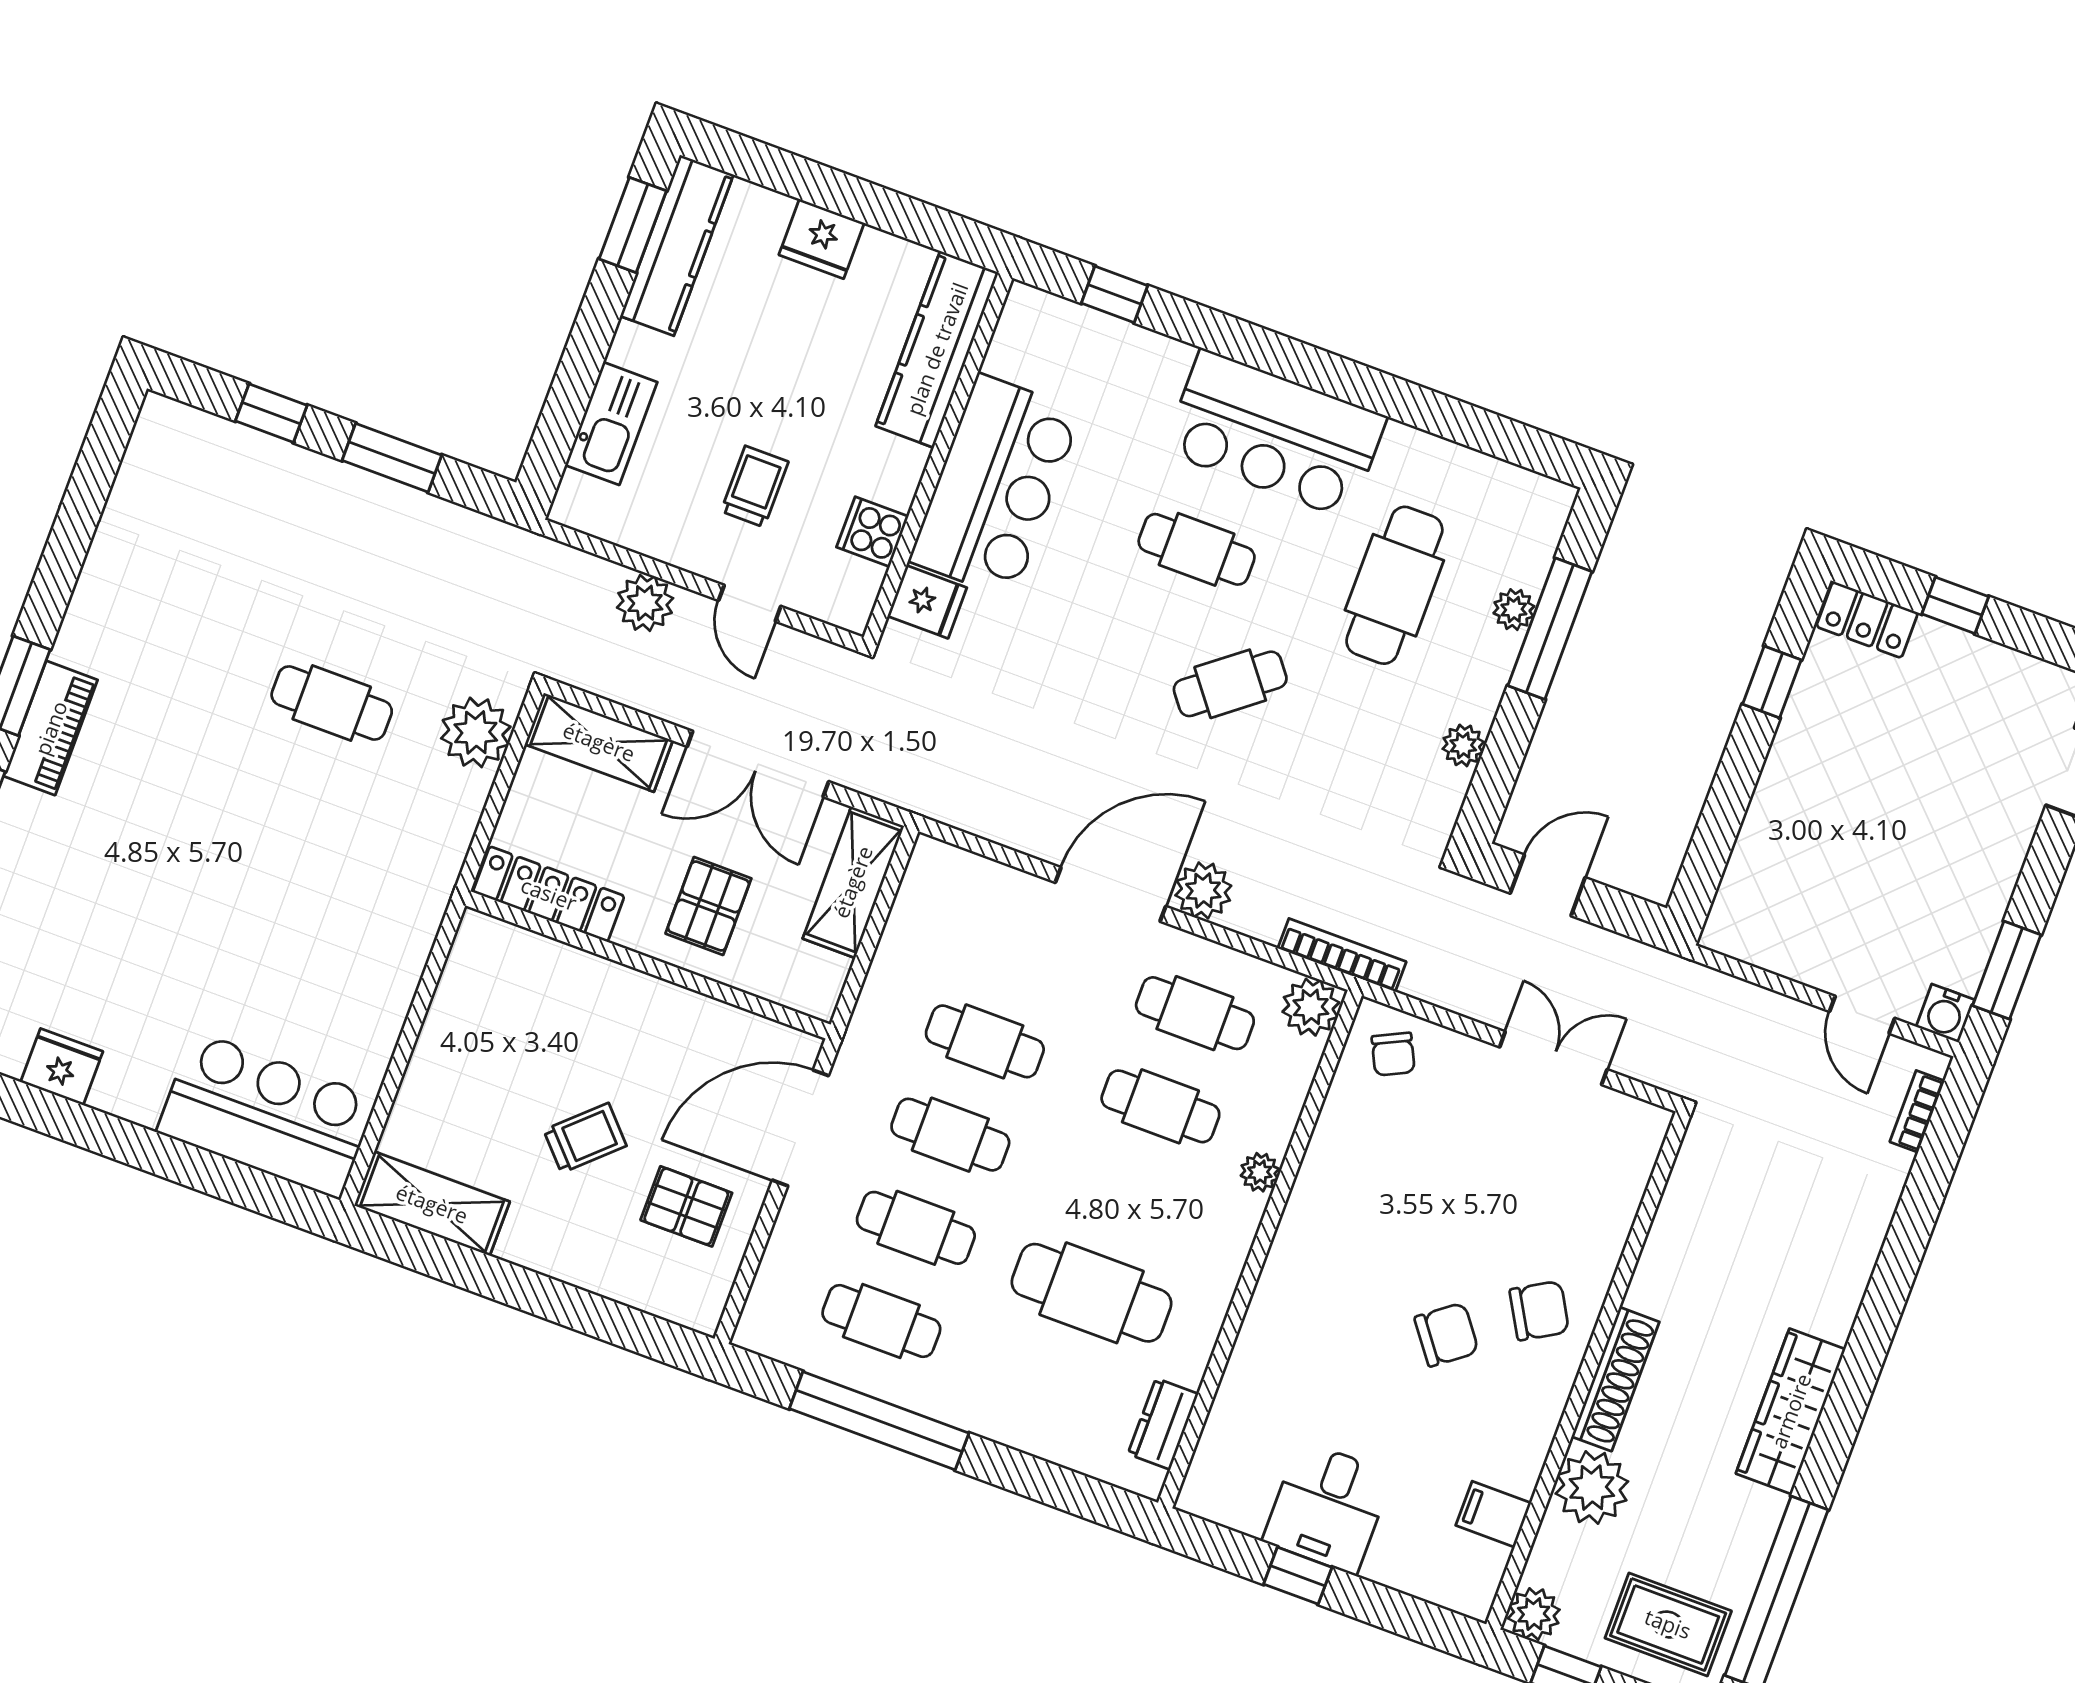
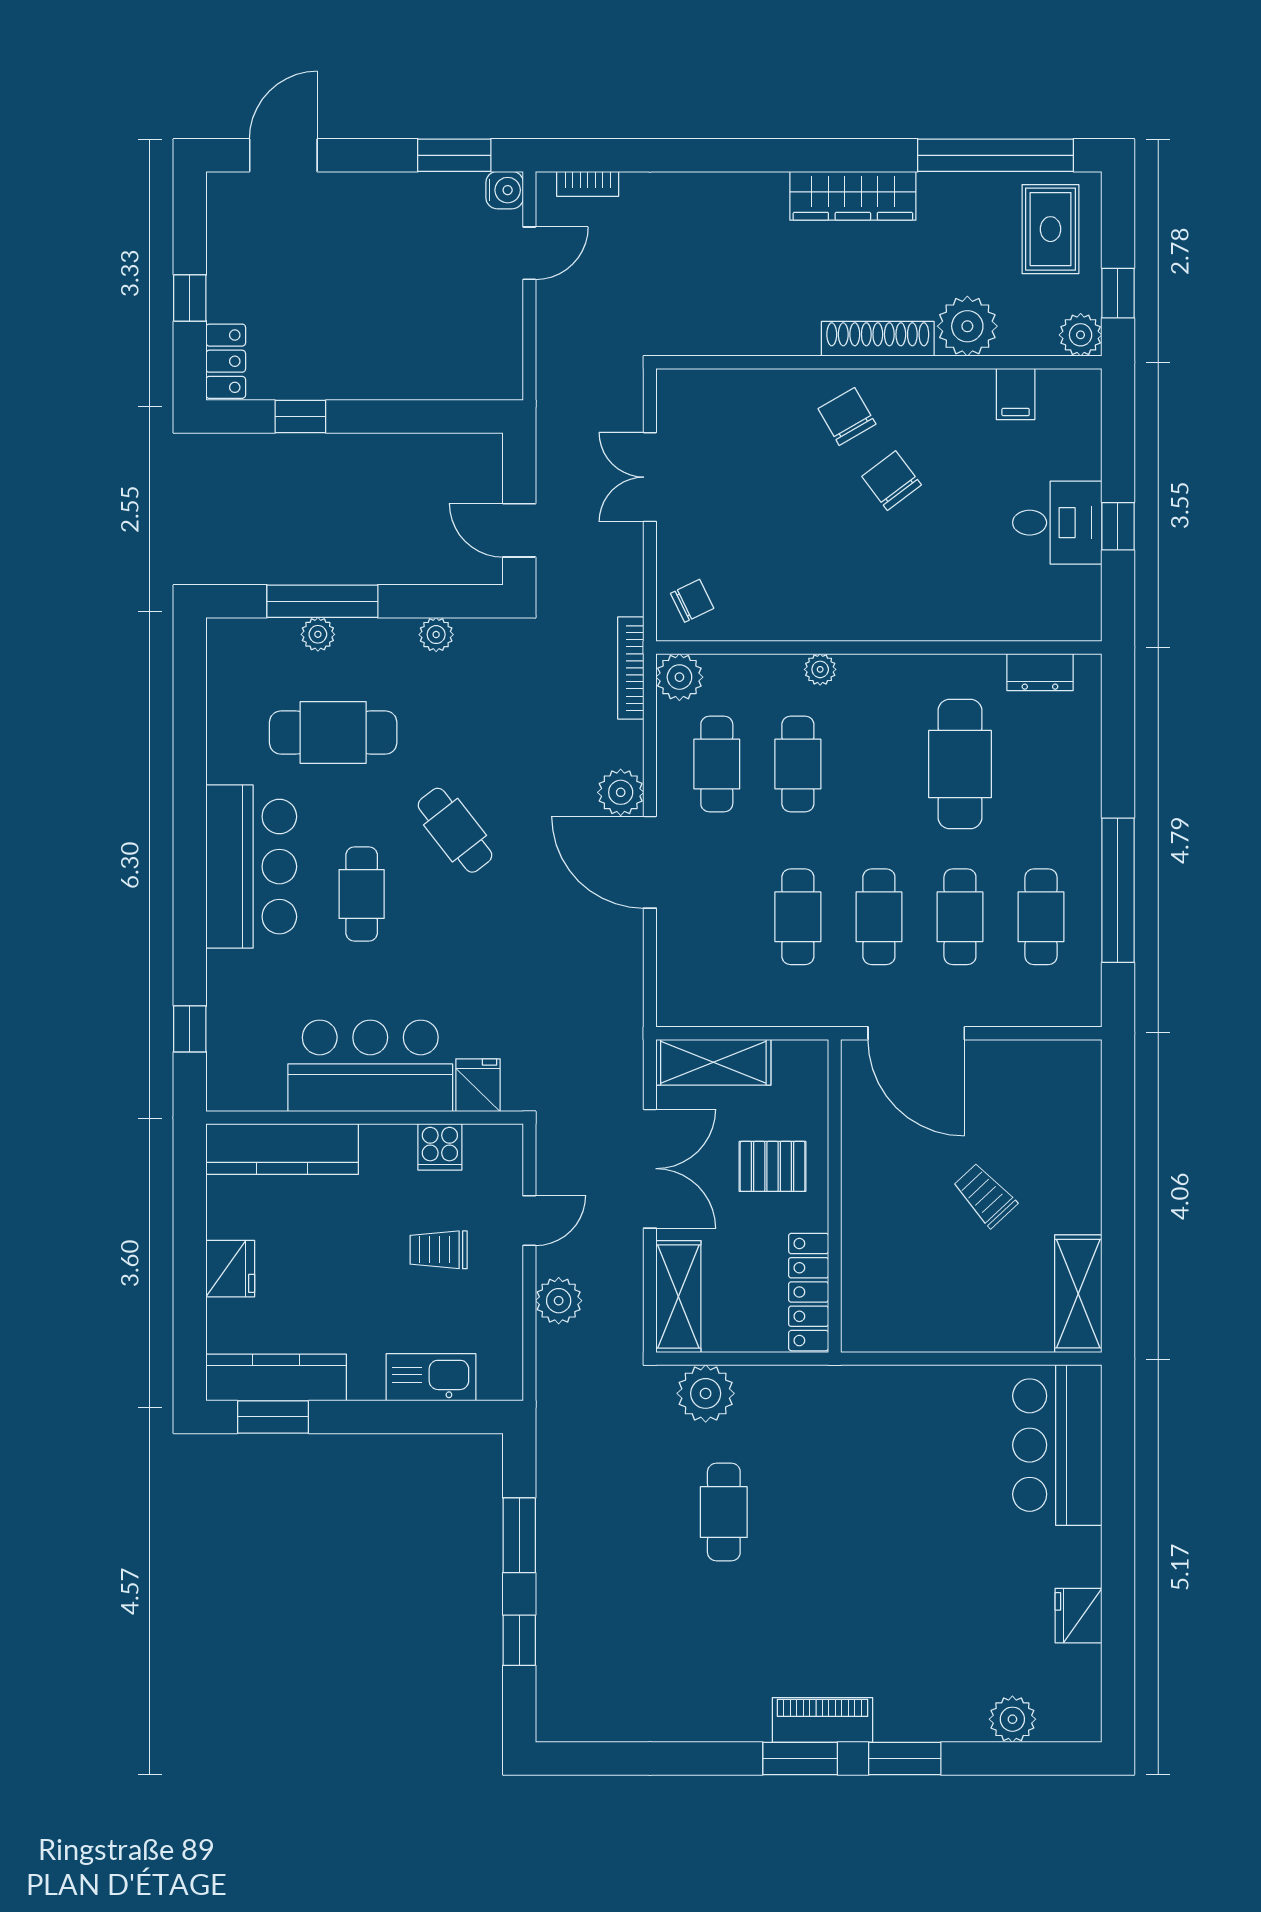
pallet: (686, 1206) -> (1009, 1098), removed

